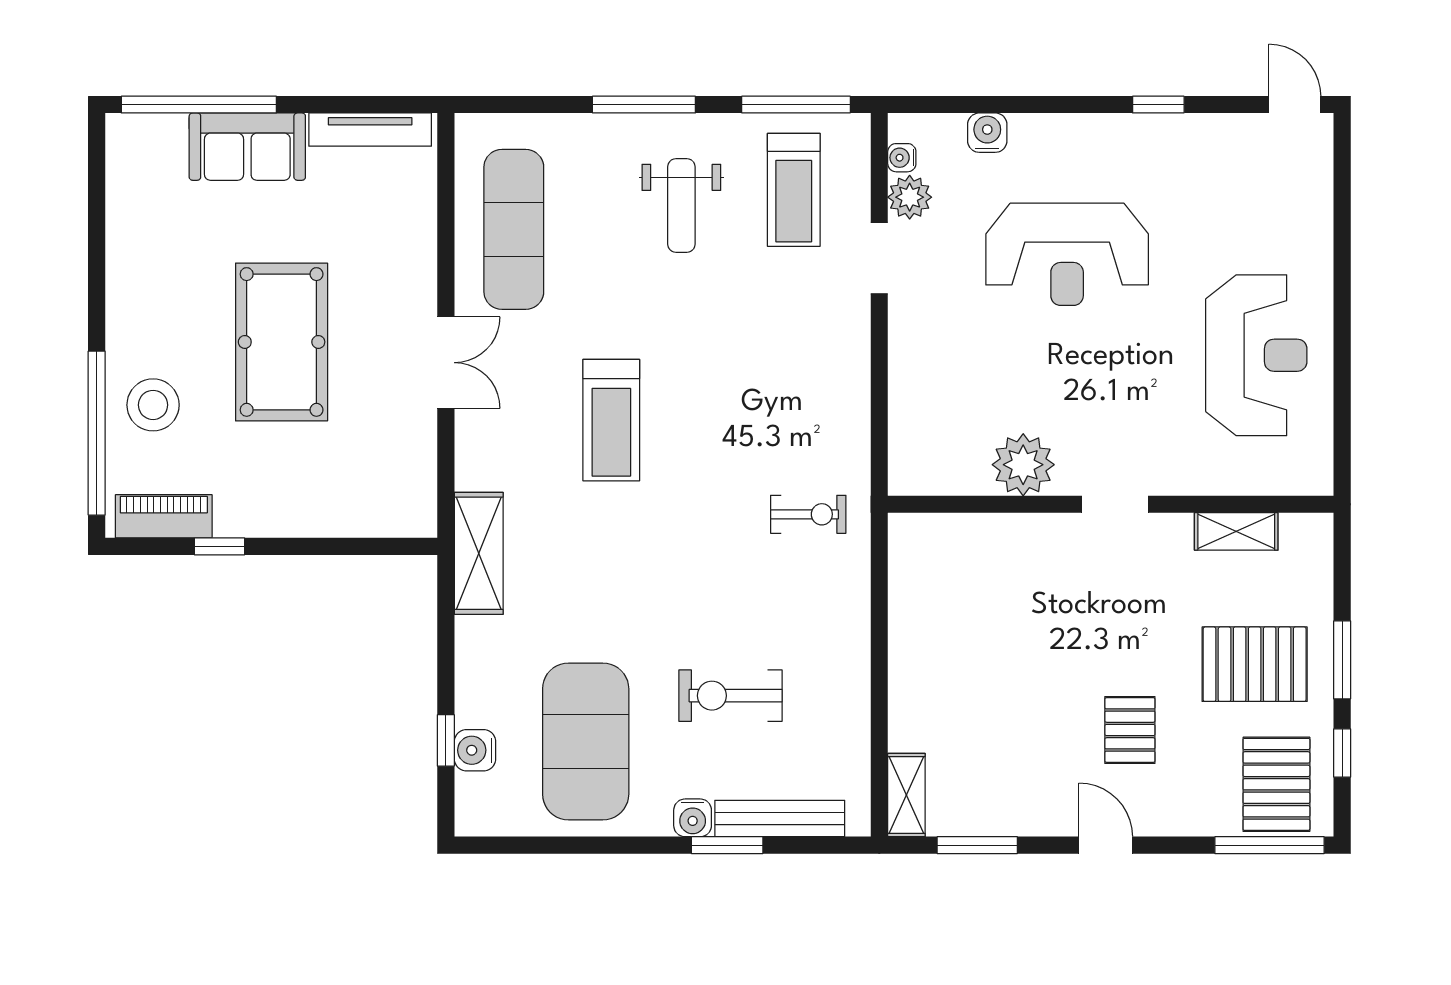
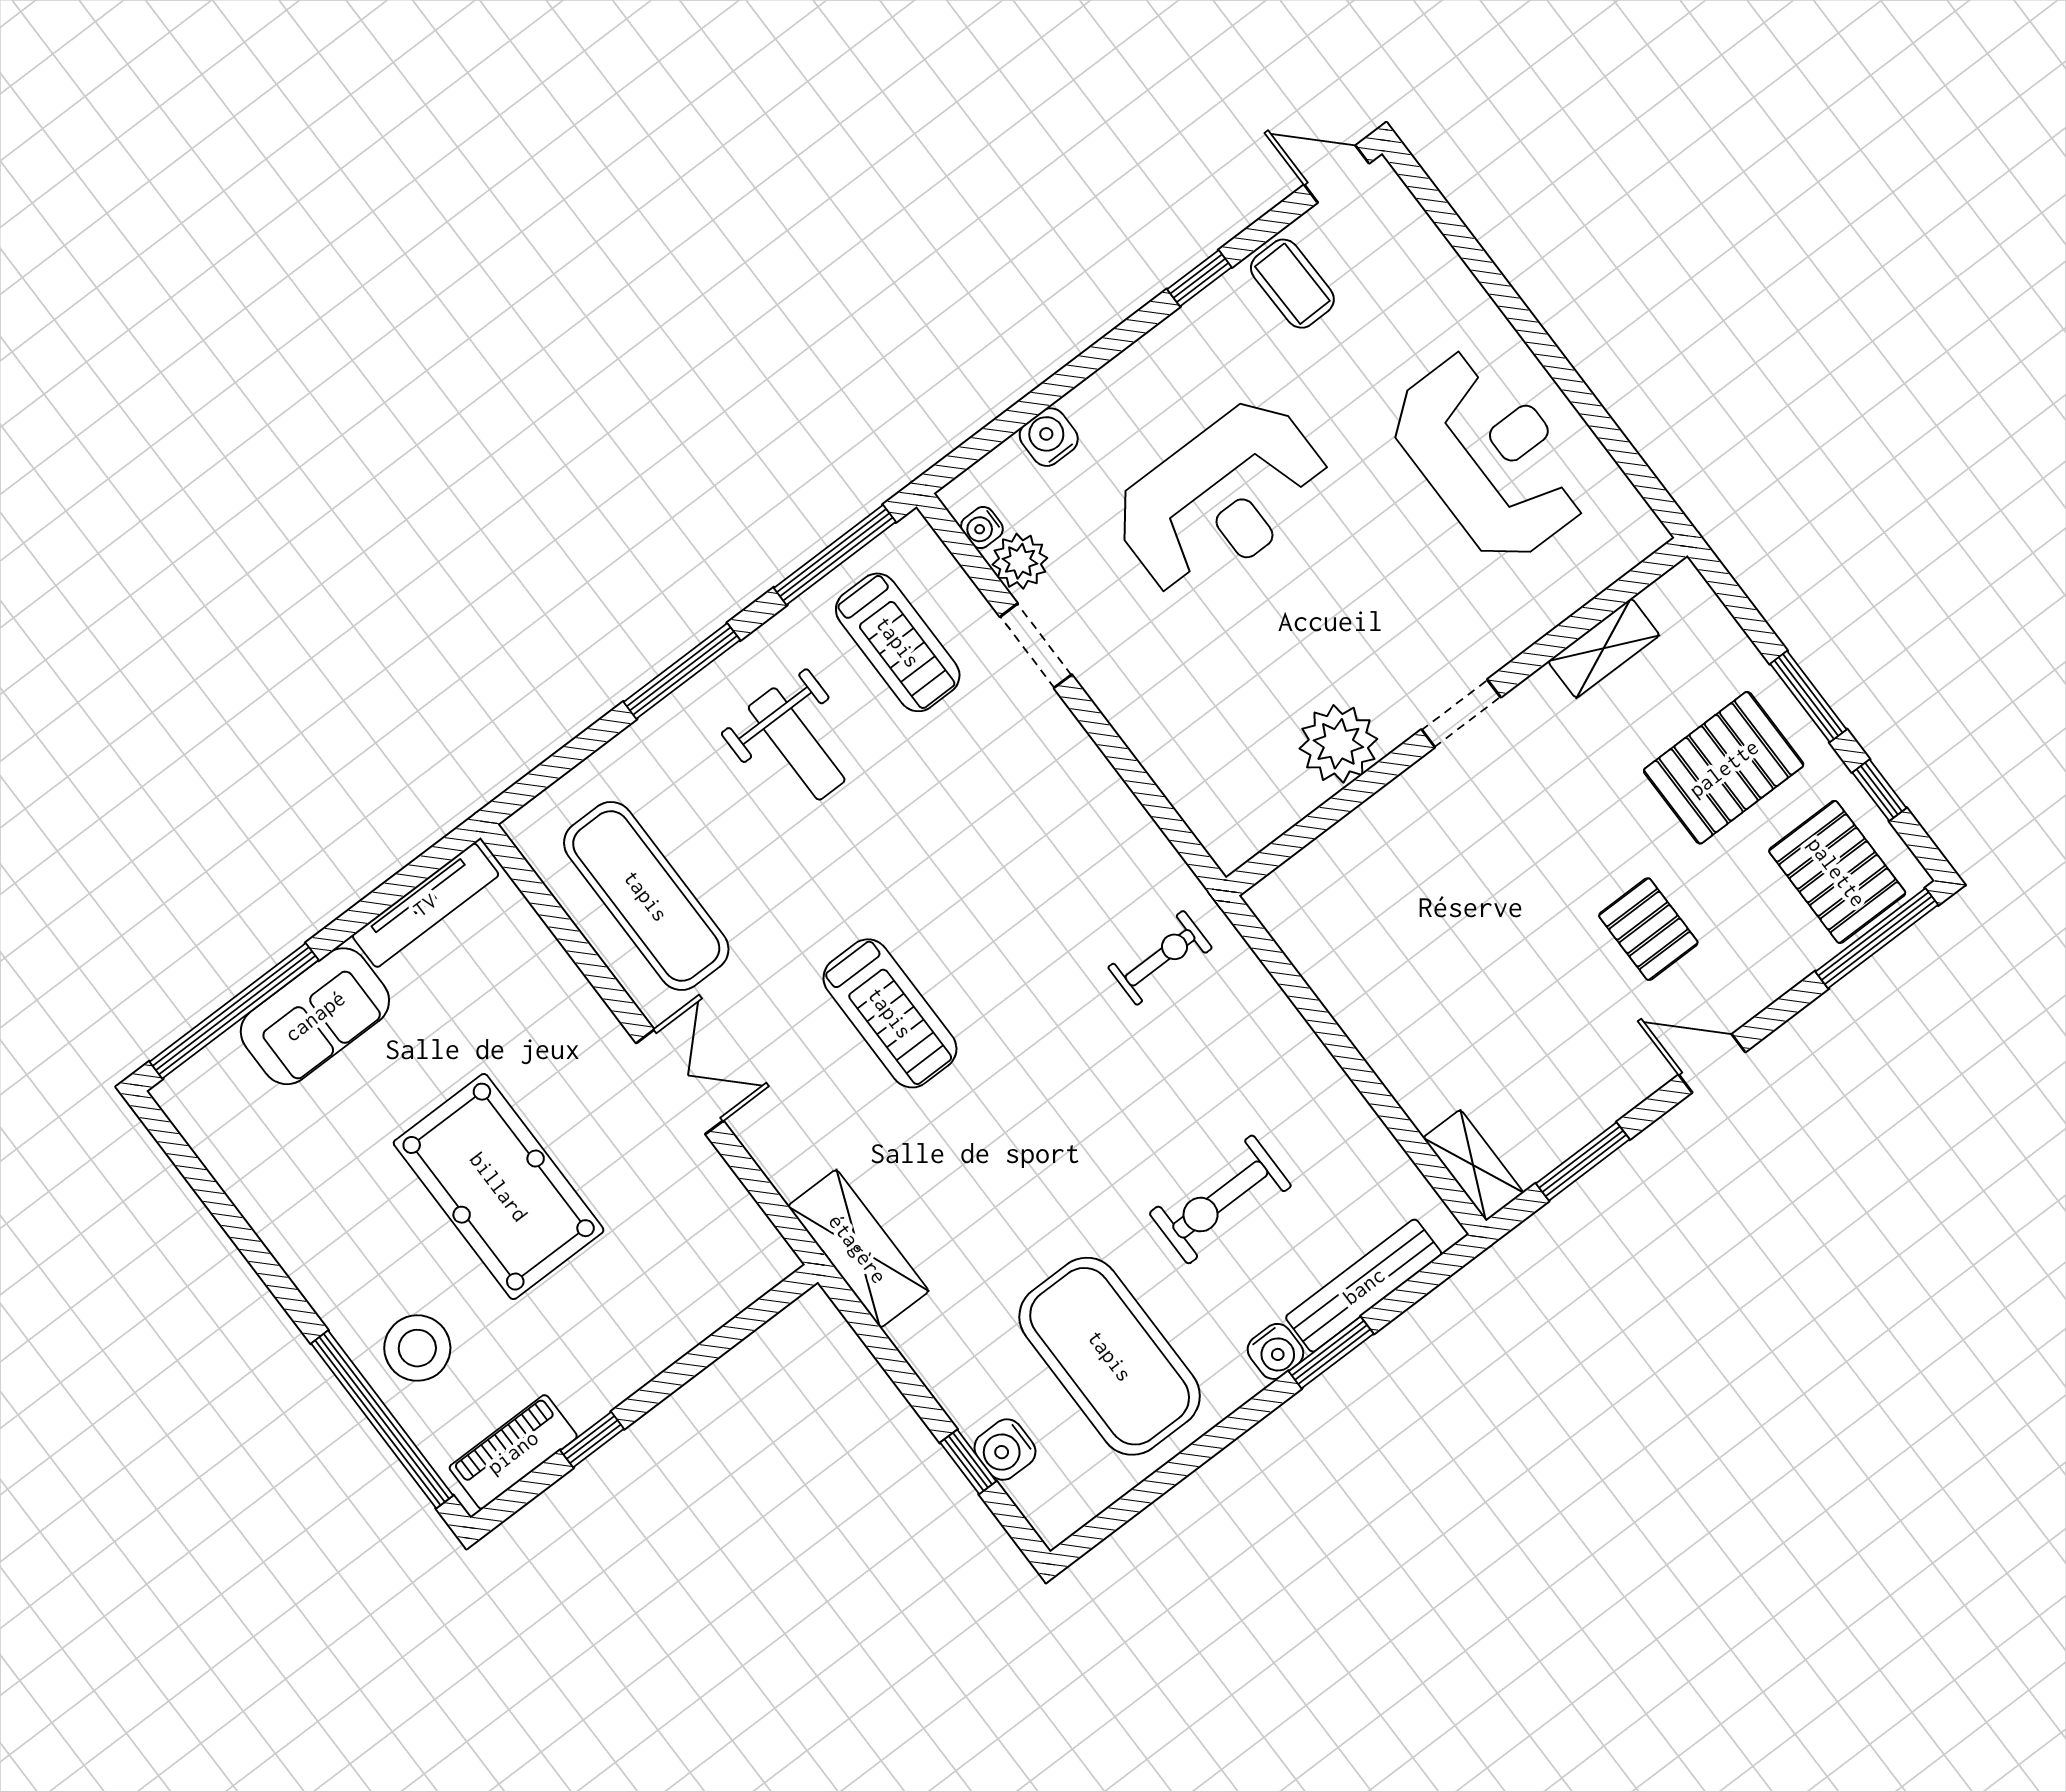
coffee table: (1214, 153) -> (1292, 284), added

